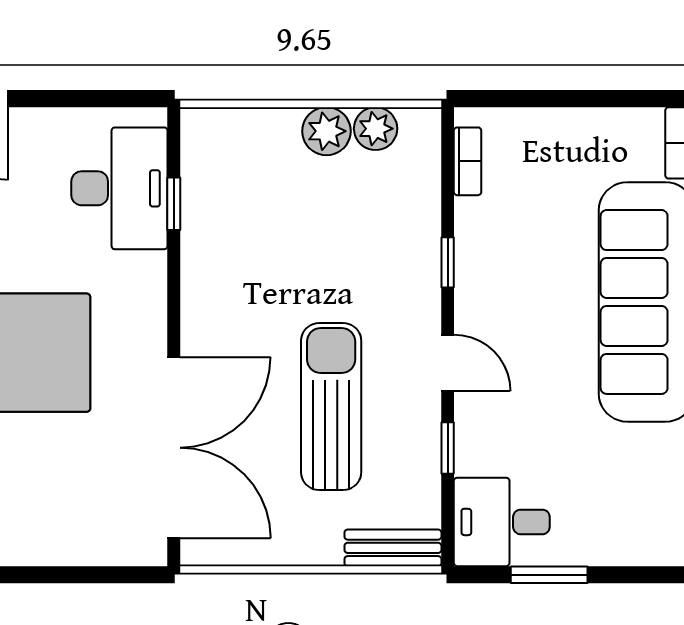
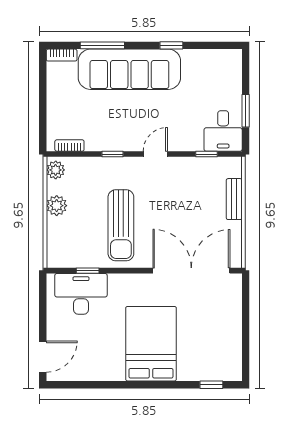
plant: (376, 129) -> (56, 170), moved
sun lounger: (331, 407) -> (121, 225), moved, turned -90
window: (448, 448) -> (207, 154), moved
bench: (393, 548) -> (234, 199), moved

